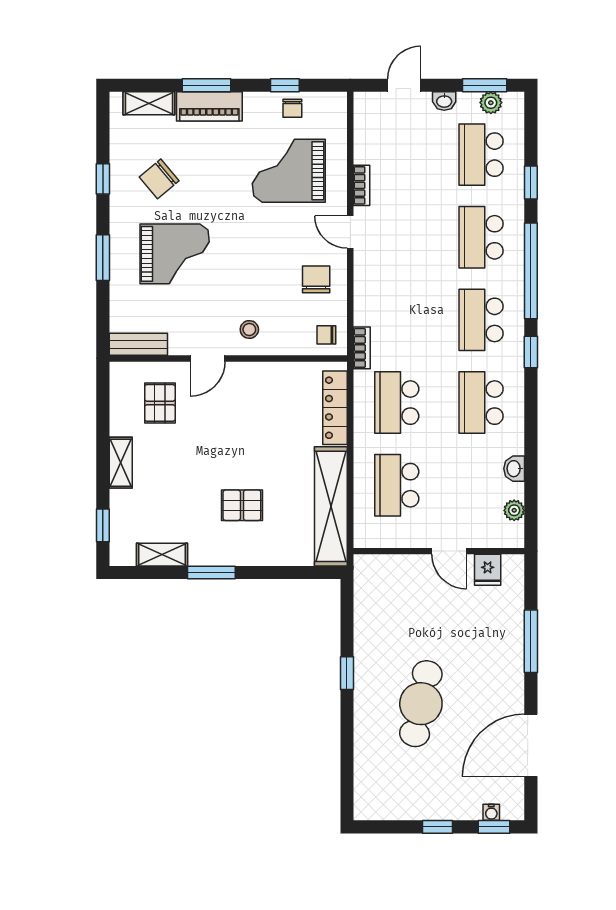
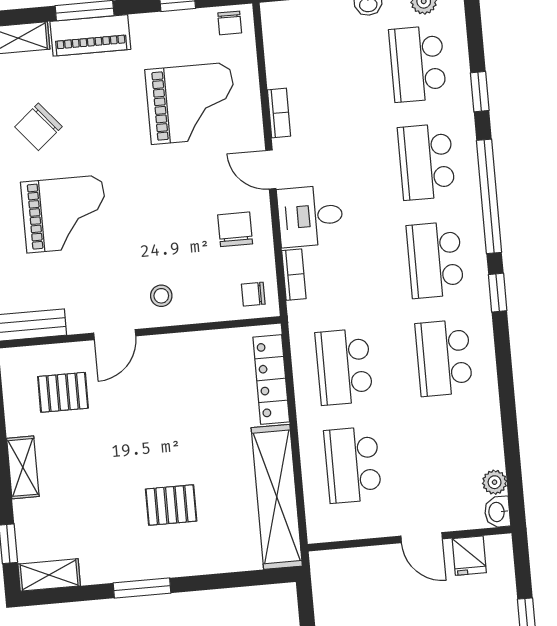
chair: (292, 108) -> (230, 23), moved
grand piano: (289, 171) -> (191, 103), turned 180
desk: (380, 274) -> (310, 216), added
bookcase: (362, 348) -> (294, 275), moved
pallet: (160, 403) -> (63, 392), turned 90
washbasin: (514, 469) -> (497, 512), moved
shelving: (162, 555) -> (49, 575), moved

